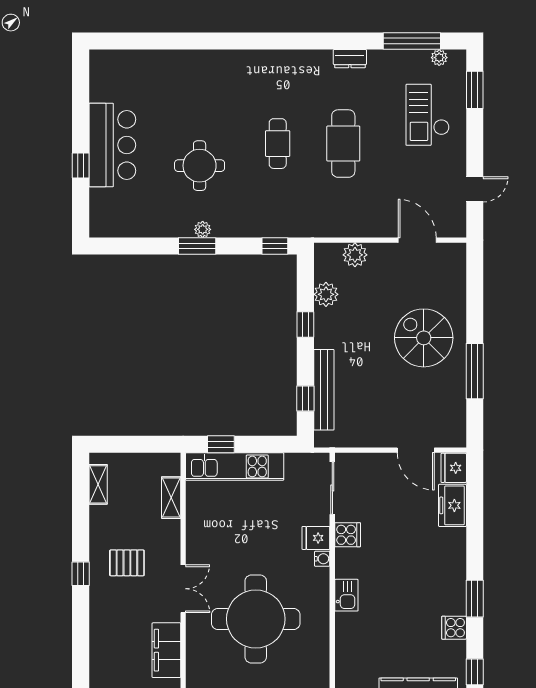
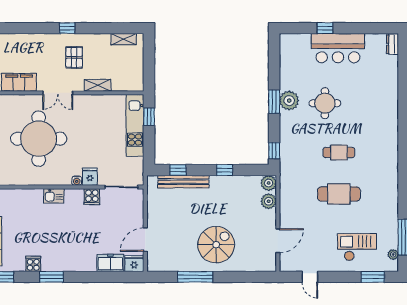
dresser: (350, 59) -> (392, 44), moved
plant: (203, 229) -> (289, 101), width x1.88, depth x1.88
plant: (326, 294) -> (269, 183), moved
shelving: (171, 498) -> (98, 85), moved

